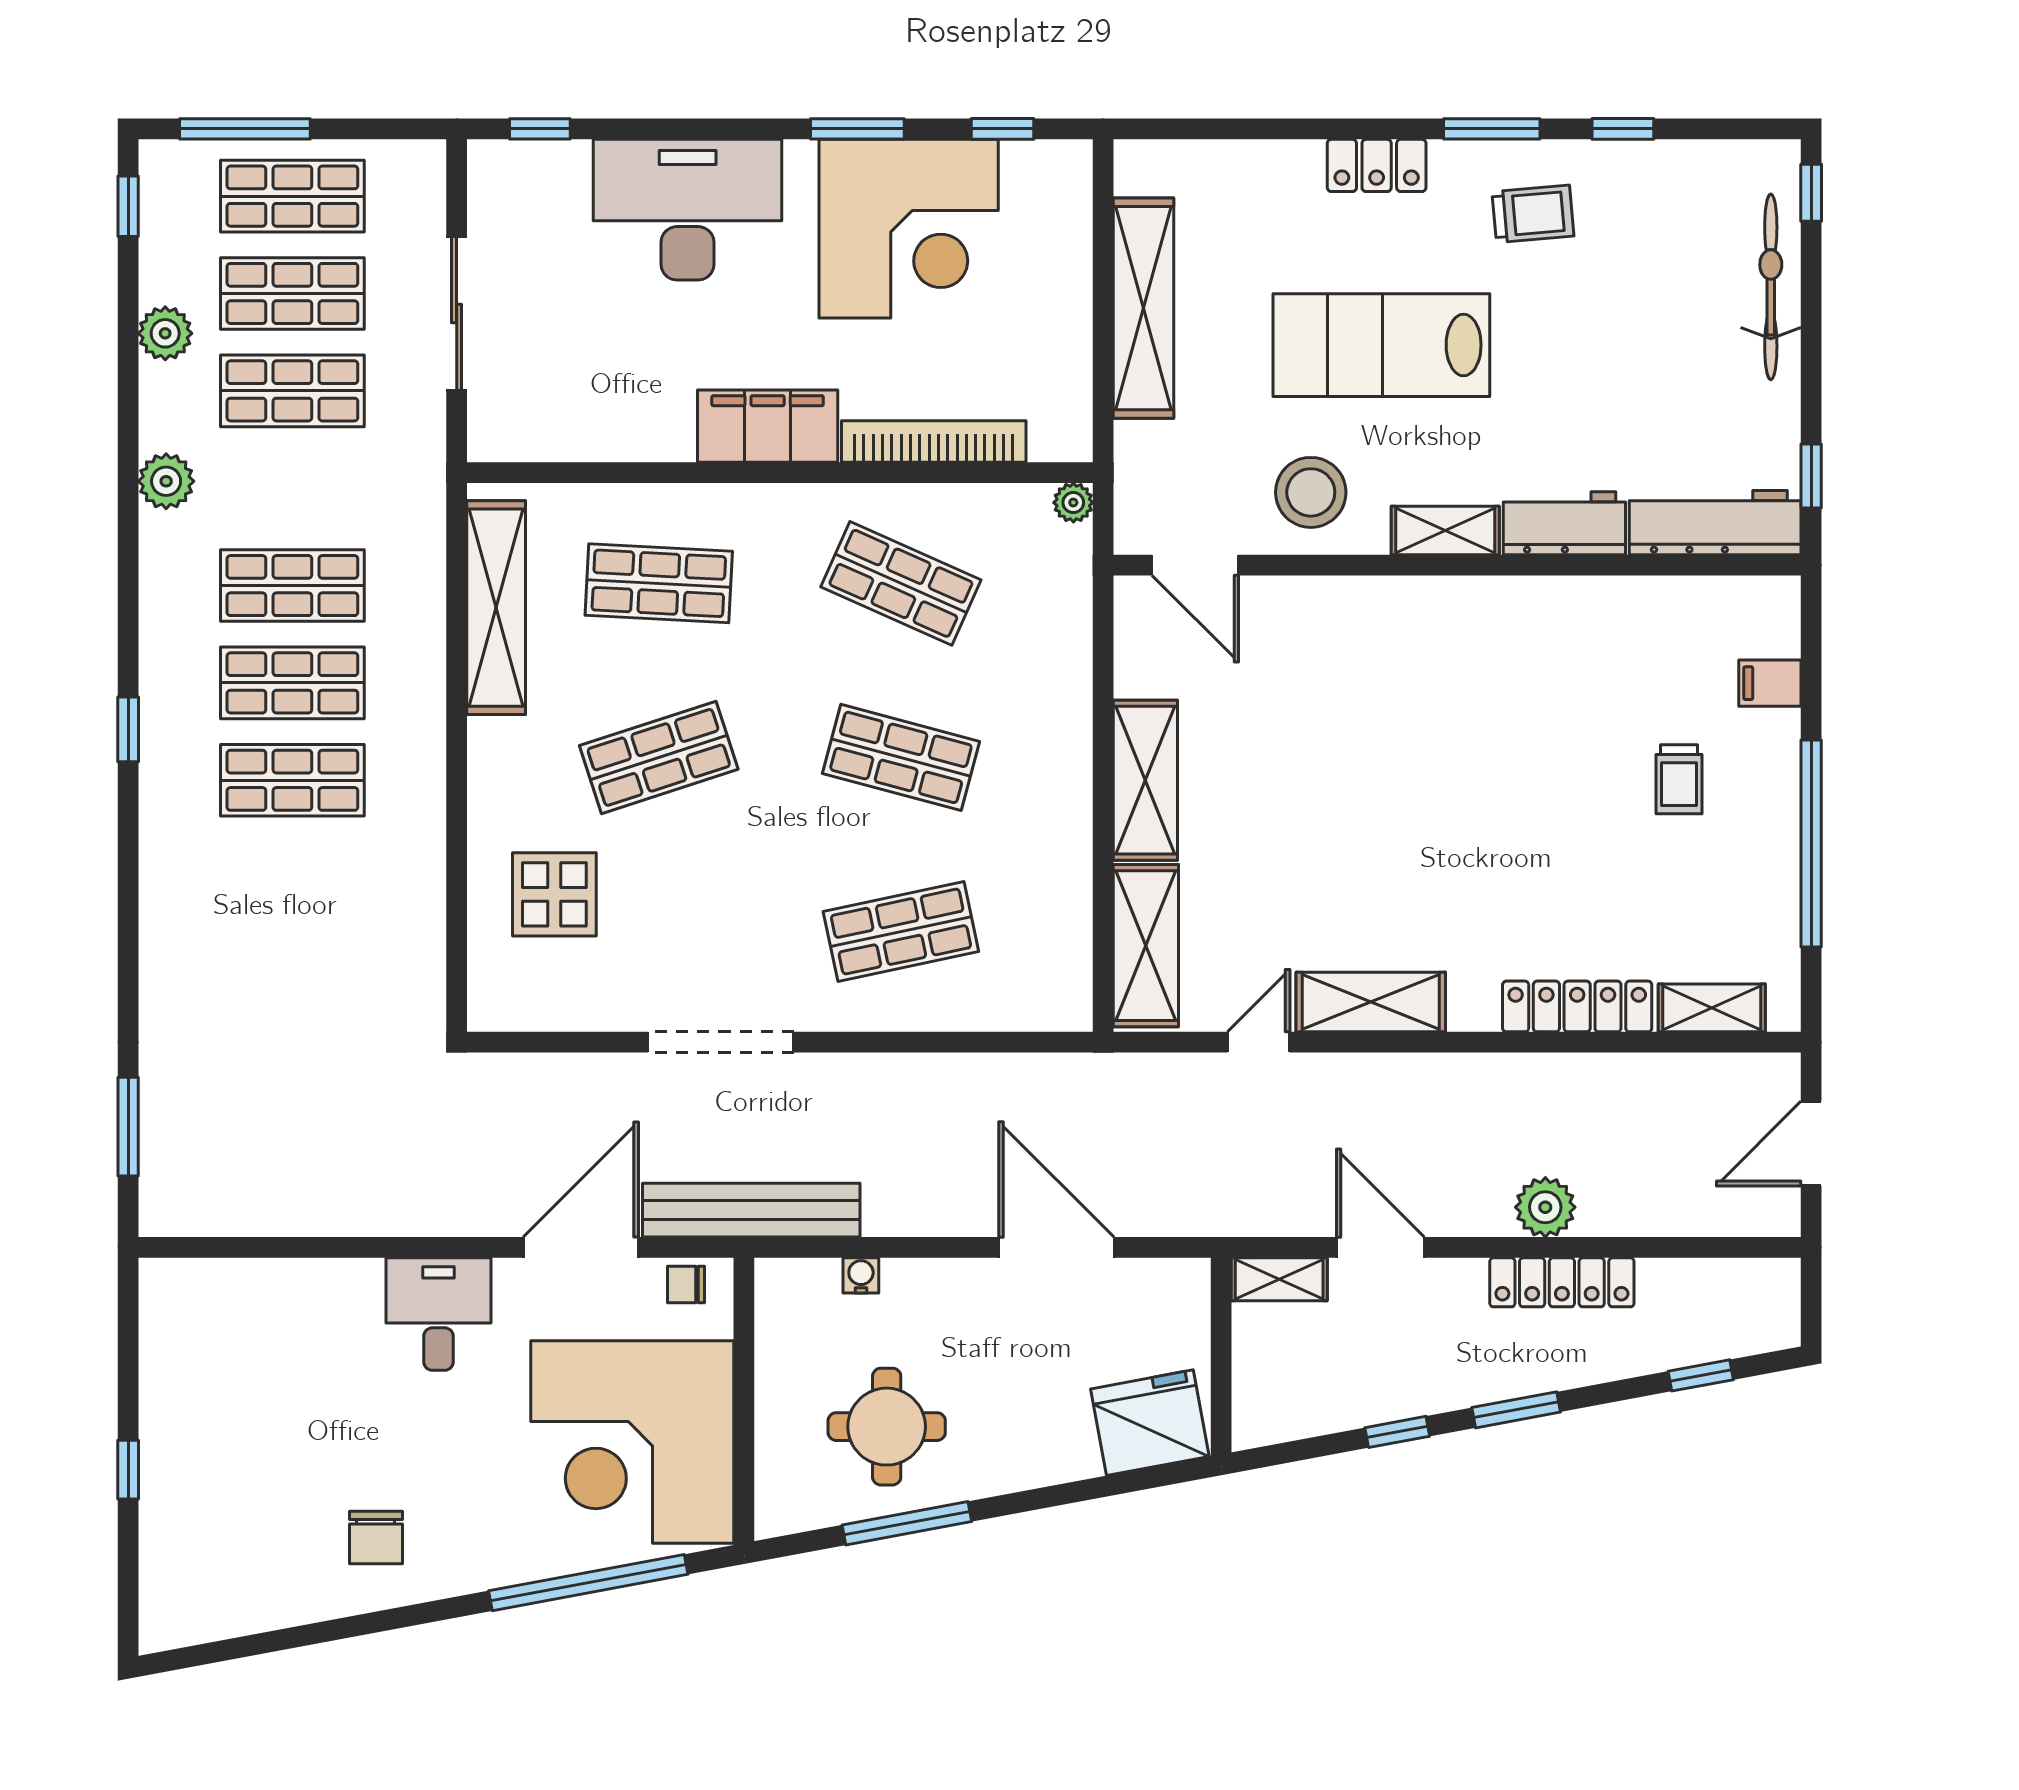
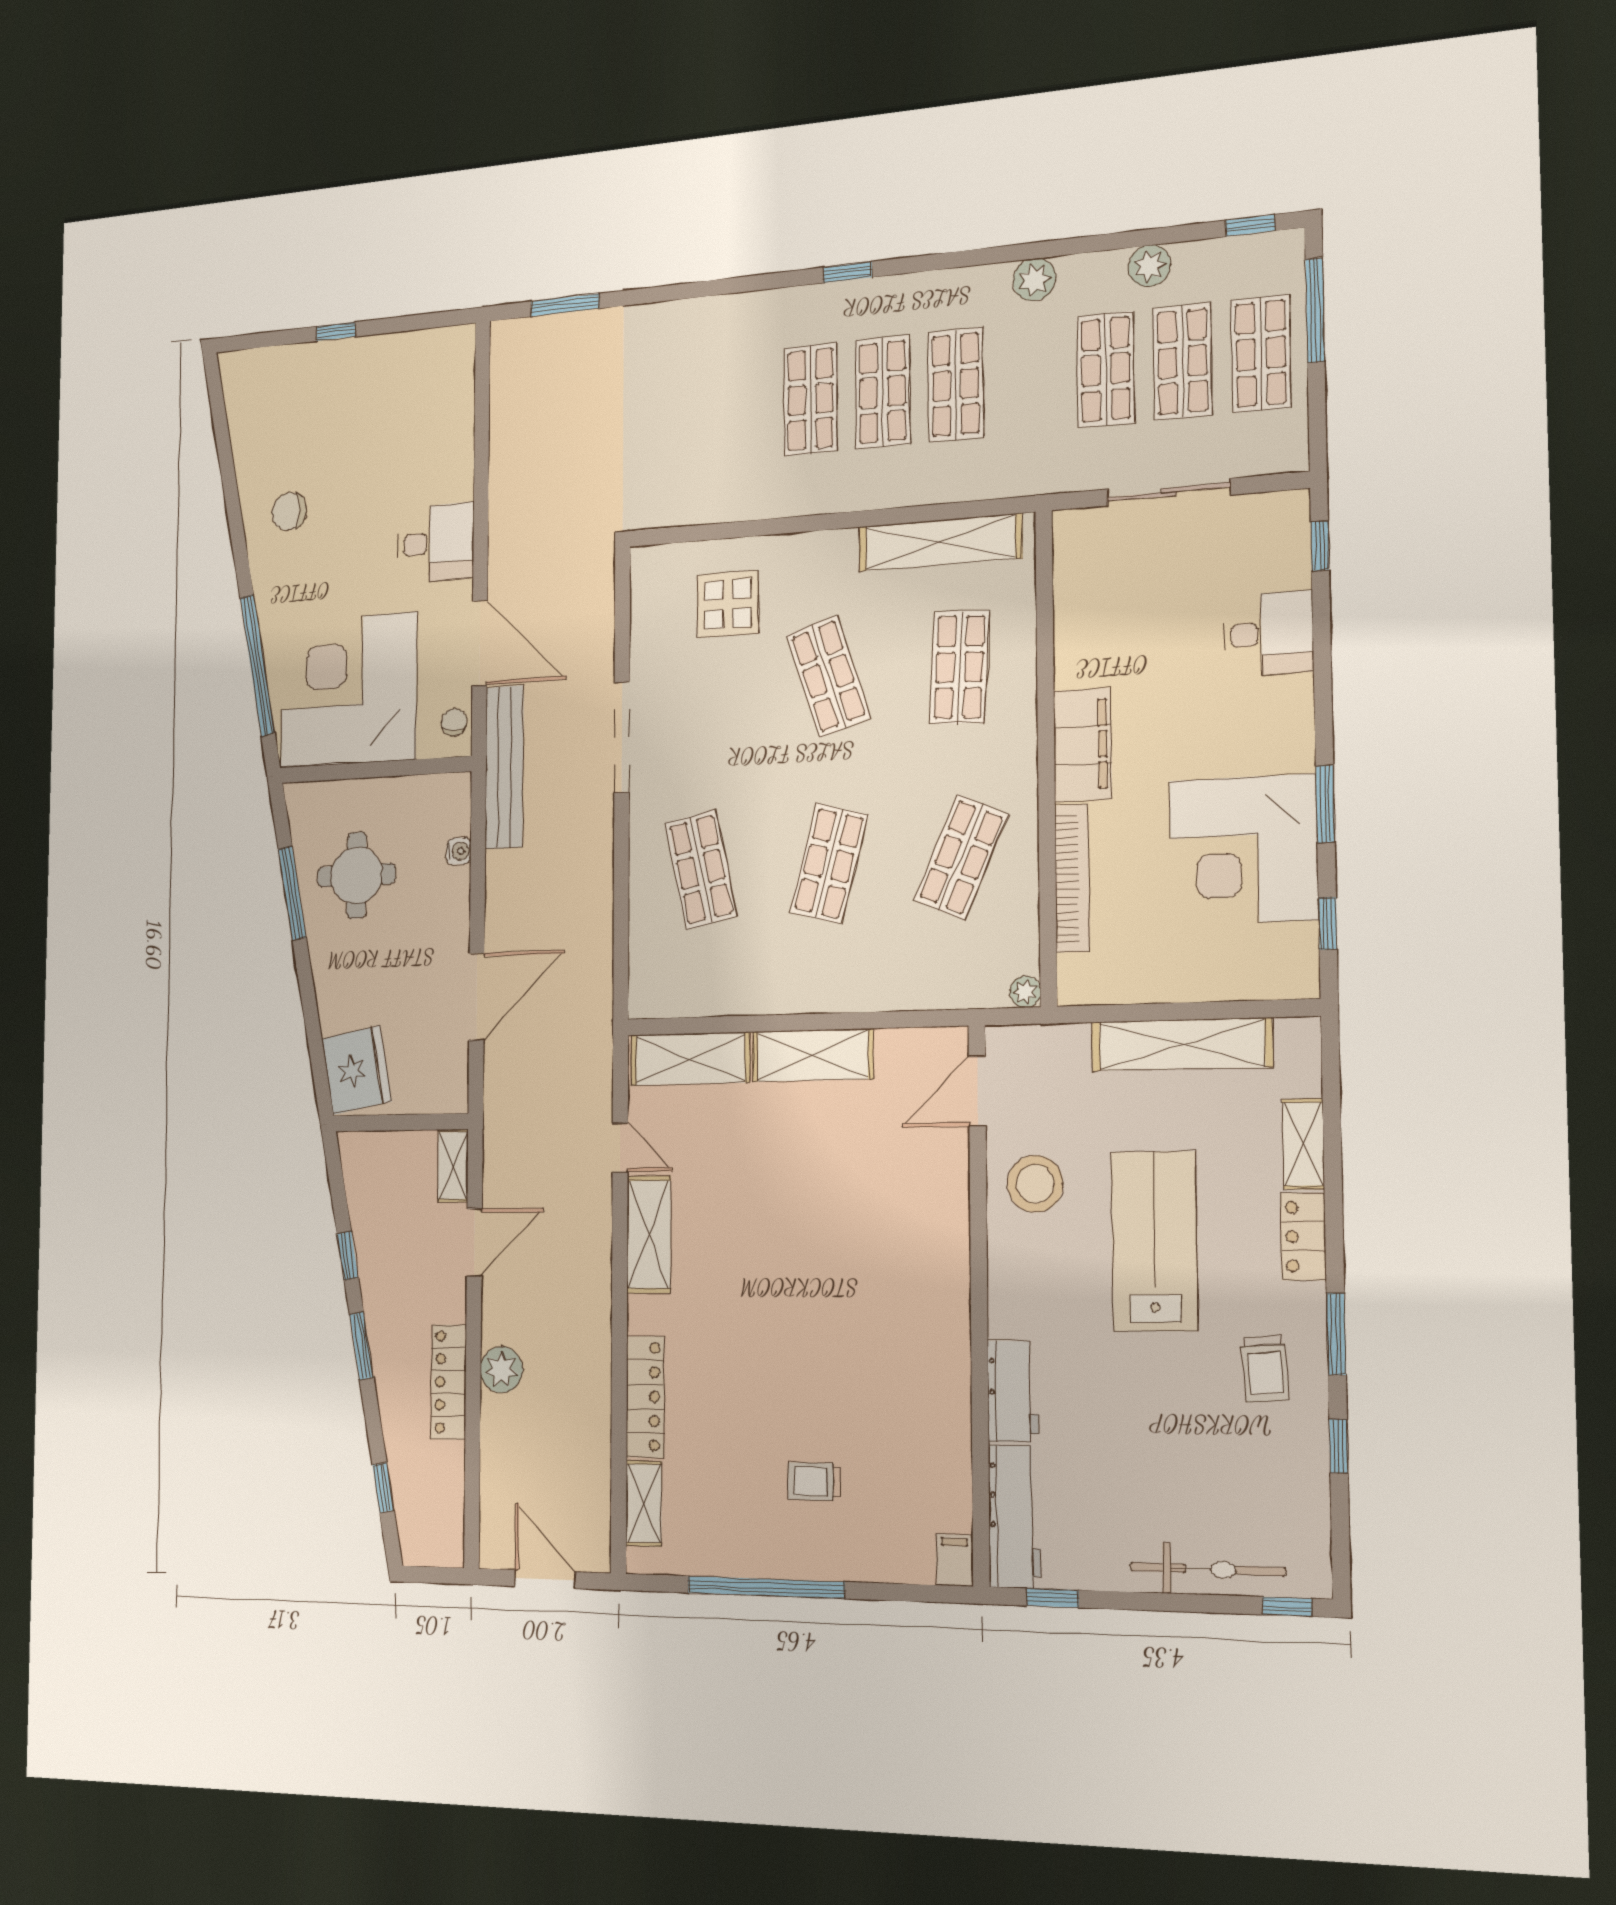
desk: (688, 210) -> (1268, 634), width x0.53, depth x0.77
shelving: (1445, 530) -> (1303, 1144), moved
filing cabinet: (1770, 683) -> (955, 1560), moved

